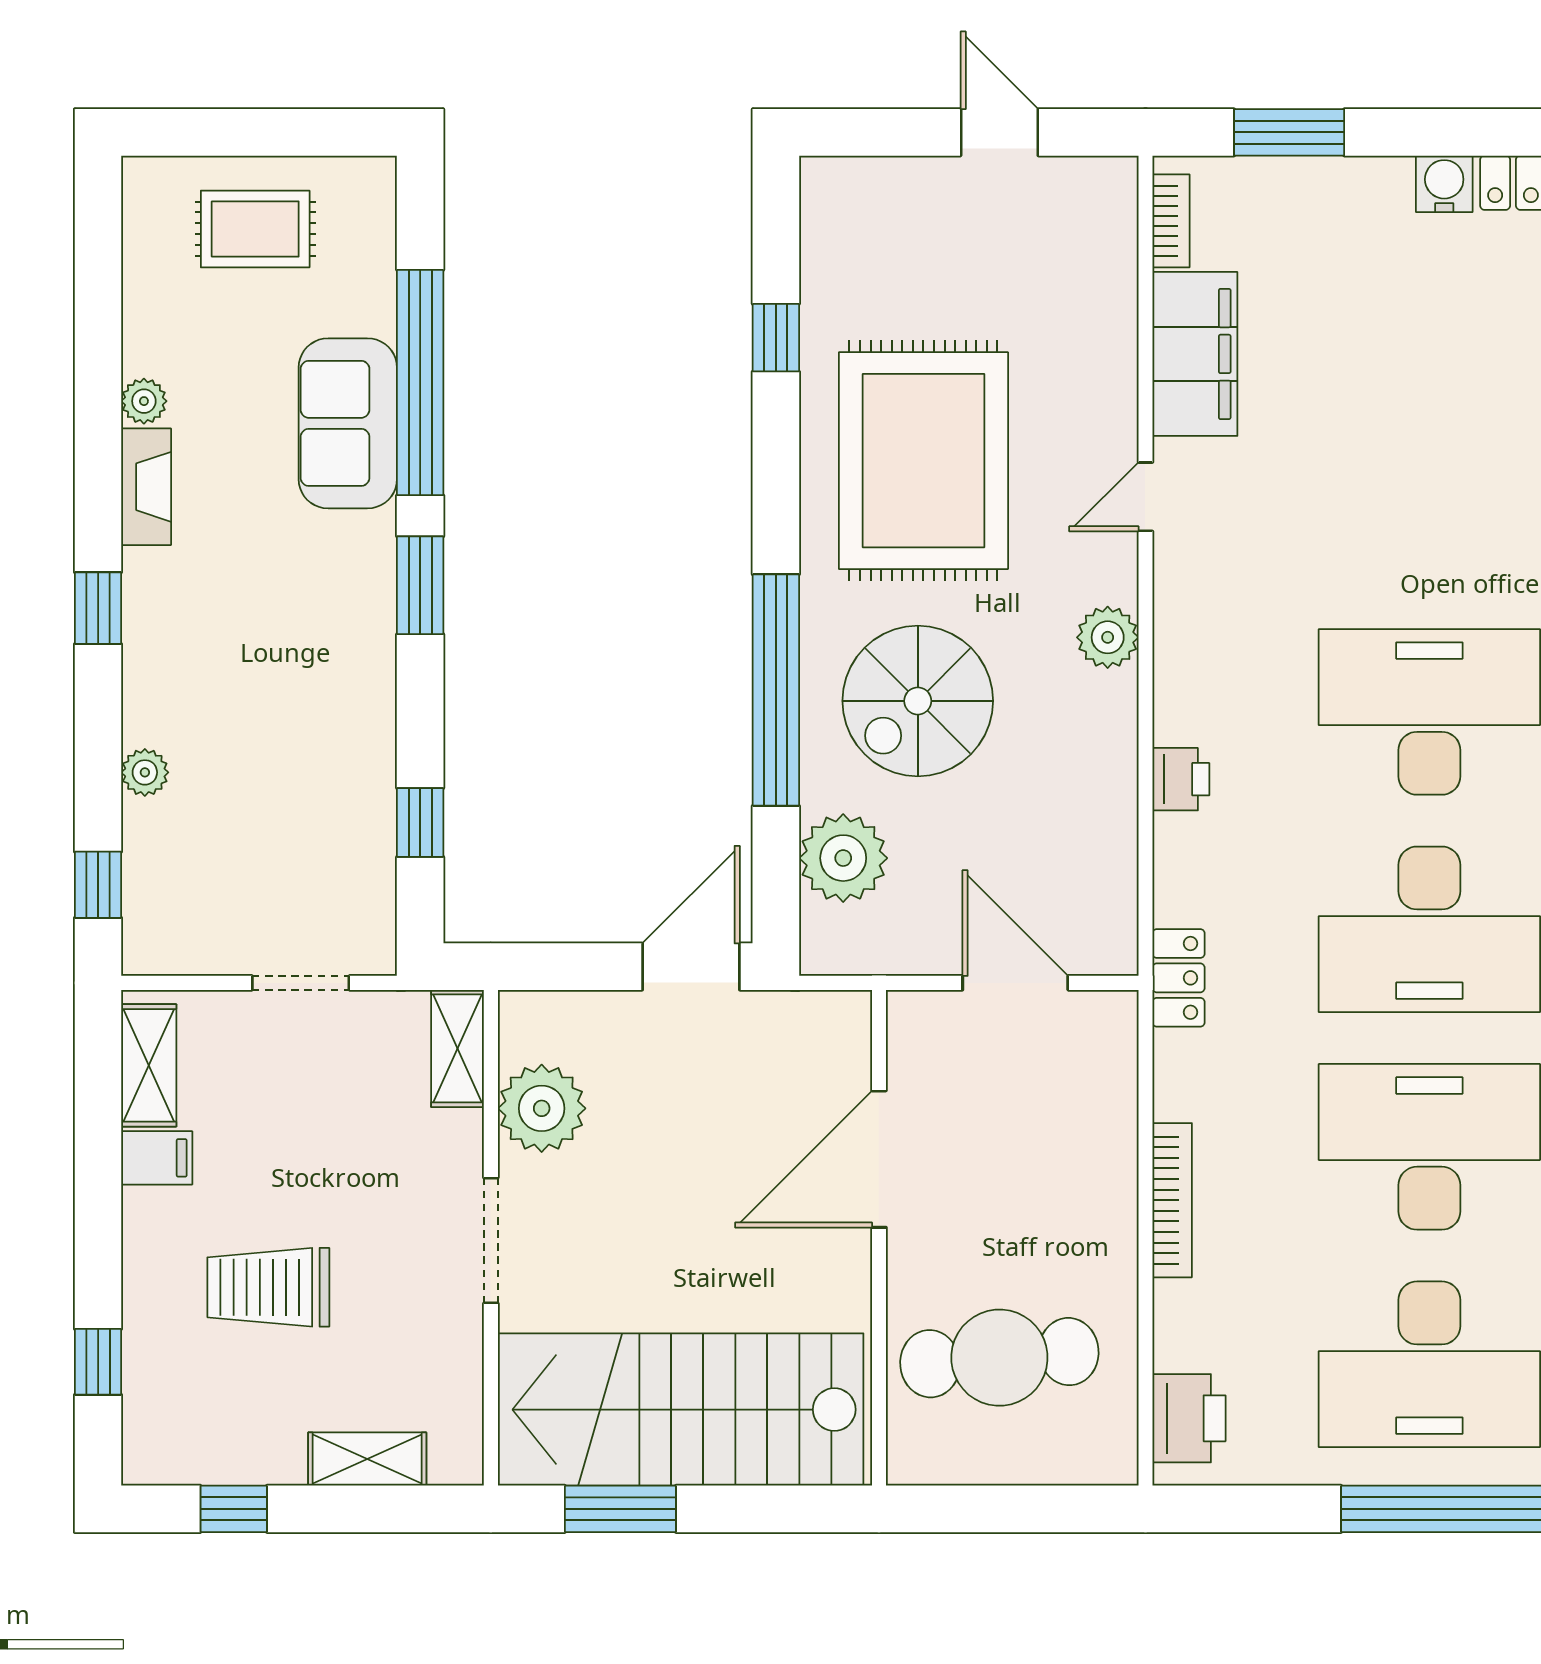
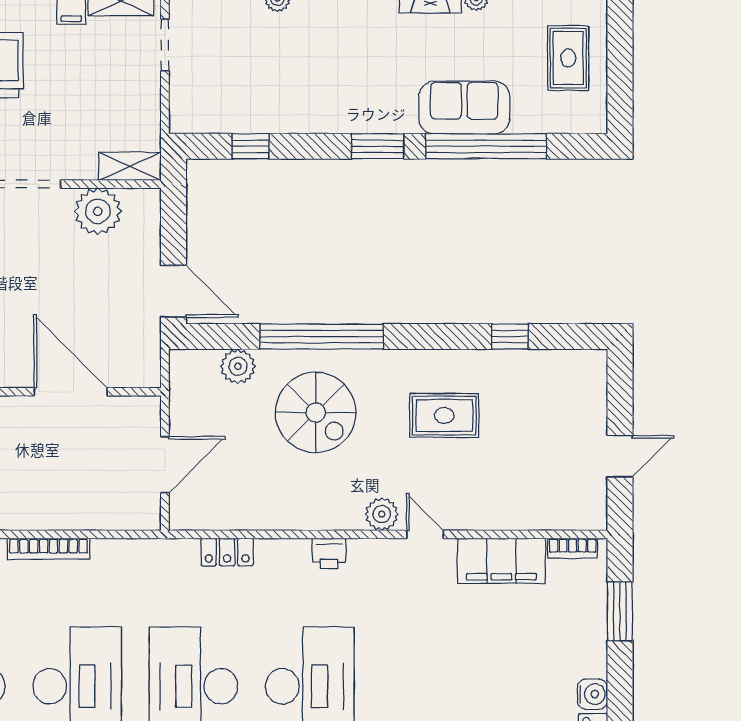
rug: (923, 461) -> (444, 416), width x0.54, depth x0.49
plant: (1108, 637) -> (382, 514), moved
spiral stairs: (918, 701) -> (316, 413), turned 180
printer: (1181, 779) -> (329, 553), moved
plant: (843, 858) -> (238, 366), width x0.73, depth x0.73
locker: (1179, 978) -> (227, 552), moved
doorway: (301, 983) -> (165, 45), moved

